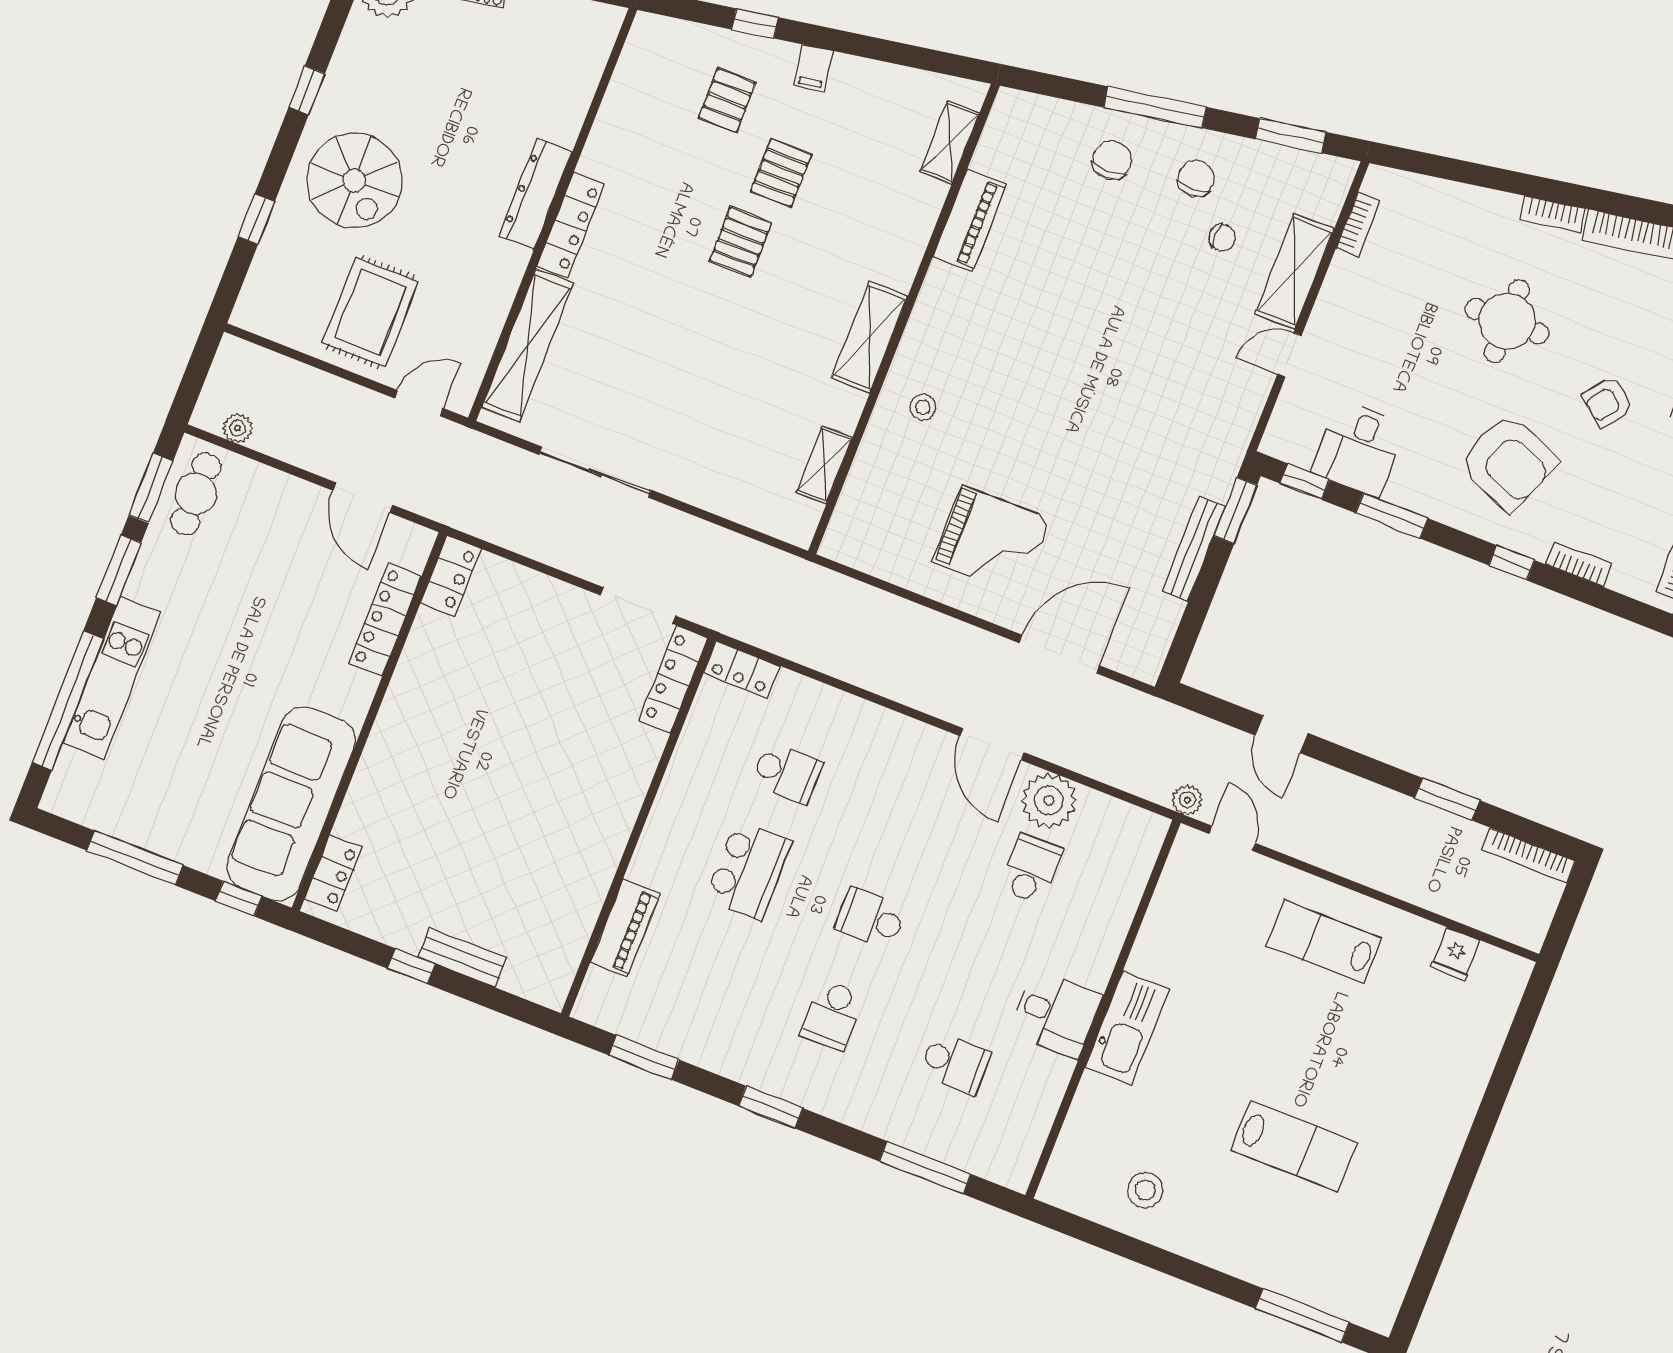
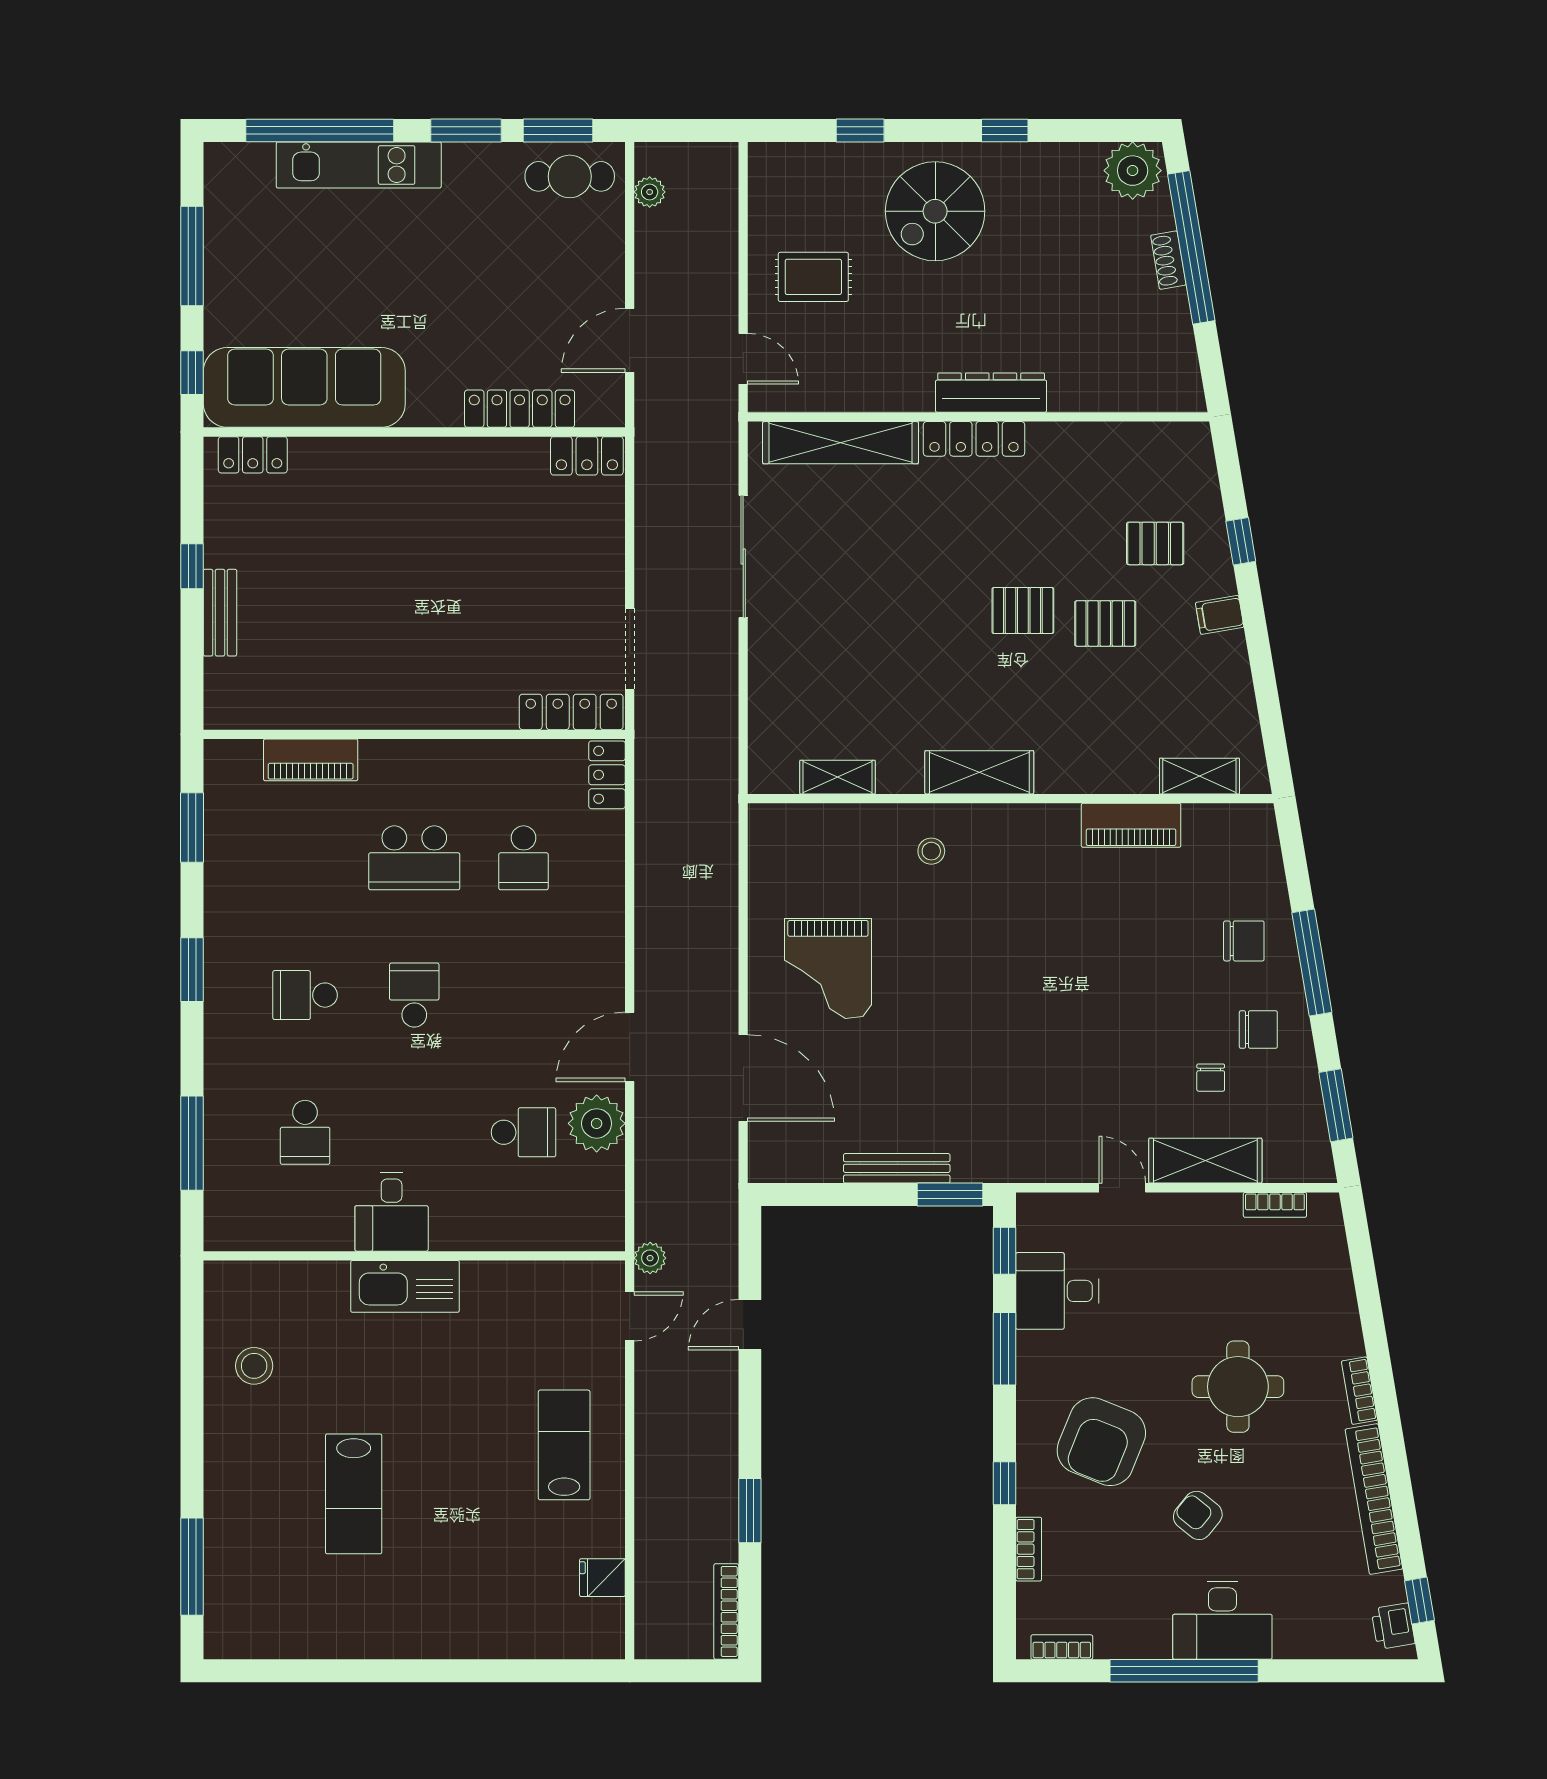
rug: (370, 312) -> (813, 277), width x0.73, depth x0.70

